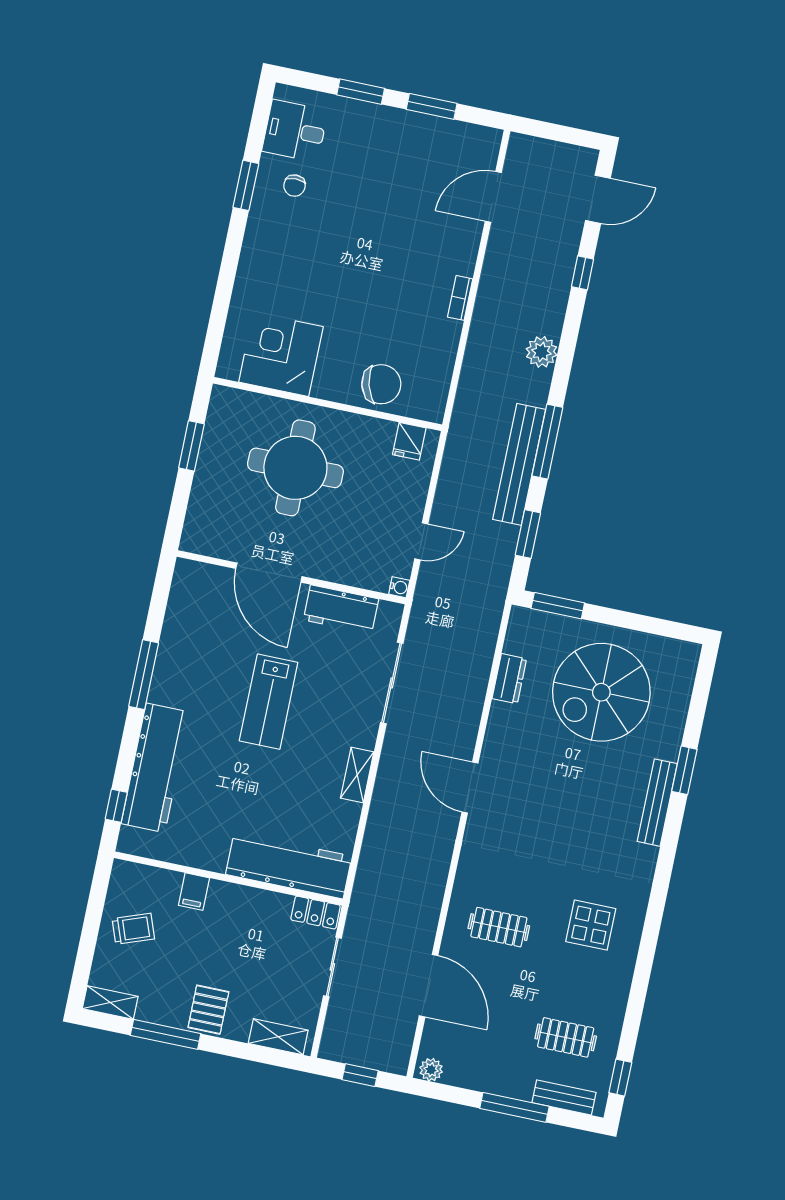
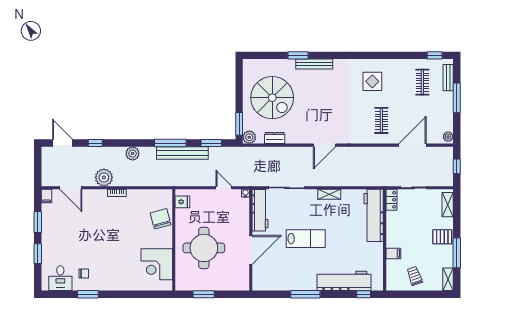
filing cabinet: (486, 138) -> (46, 196), added
plant: (501, 276) -> (104, 177), added
workbench: (341, 609) -> (260, 210), width x1.38
plant: (523, 622) -> (249, 137), added

